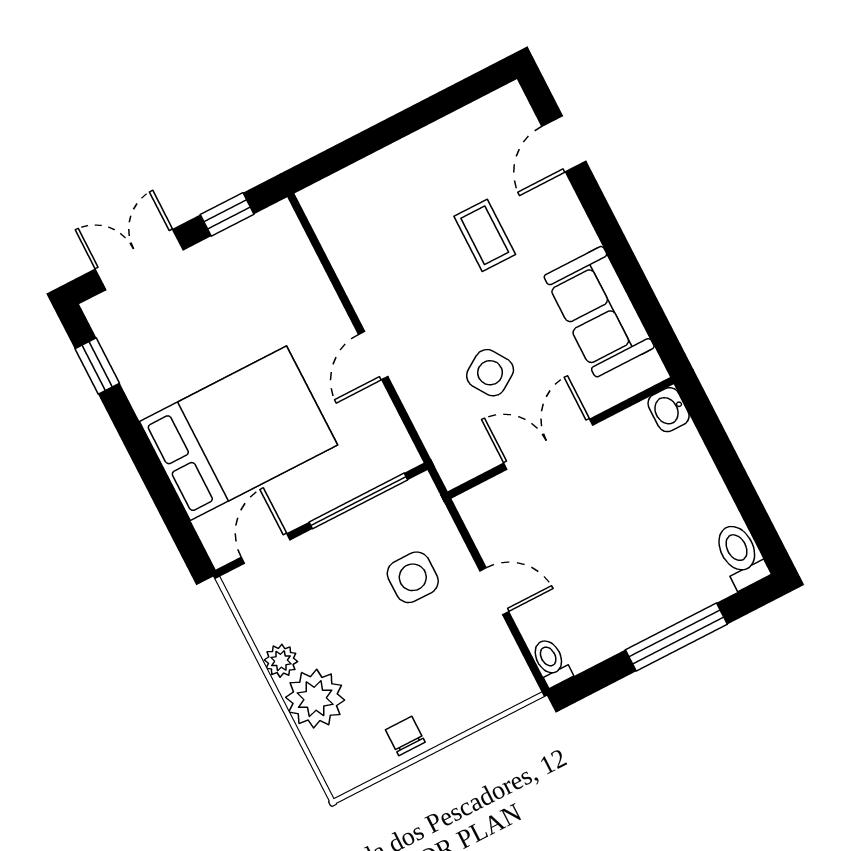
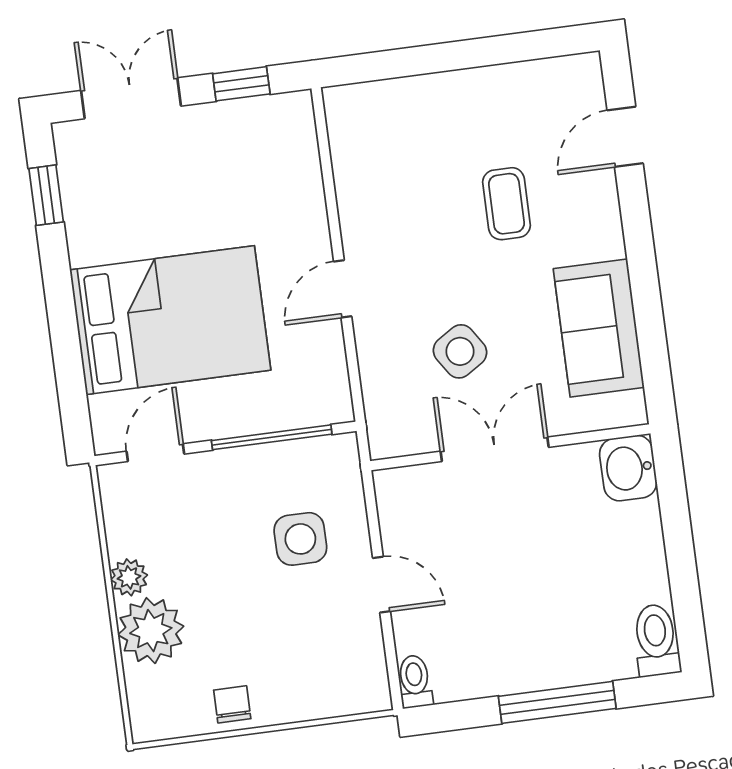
washbasin: (669, 410) -> (628, 468), width x1.38, depth x1.45

